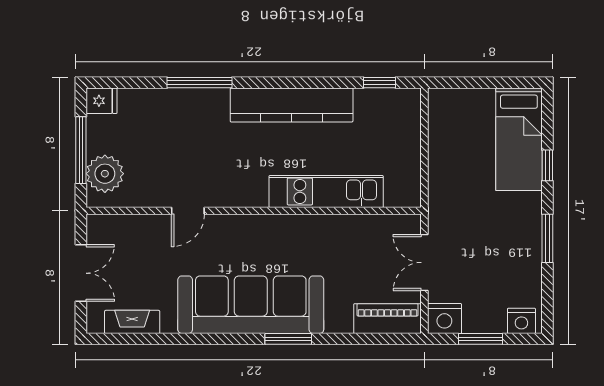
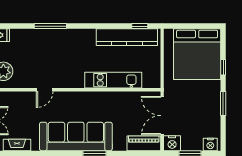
kitchen counter: (292, 105) -> (127, 37), moved
bed: (519, 139) -> (197, 54), width x2.04
double door: (424, 263) -> (162, 116), width x1.37

